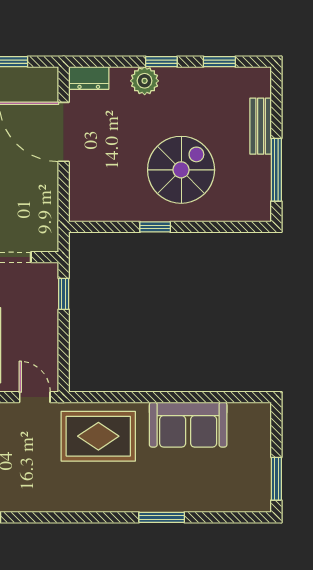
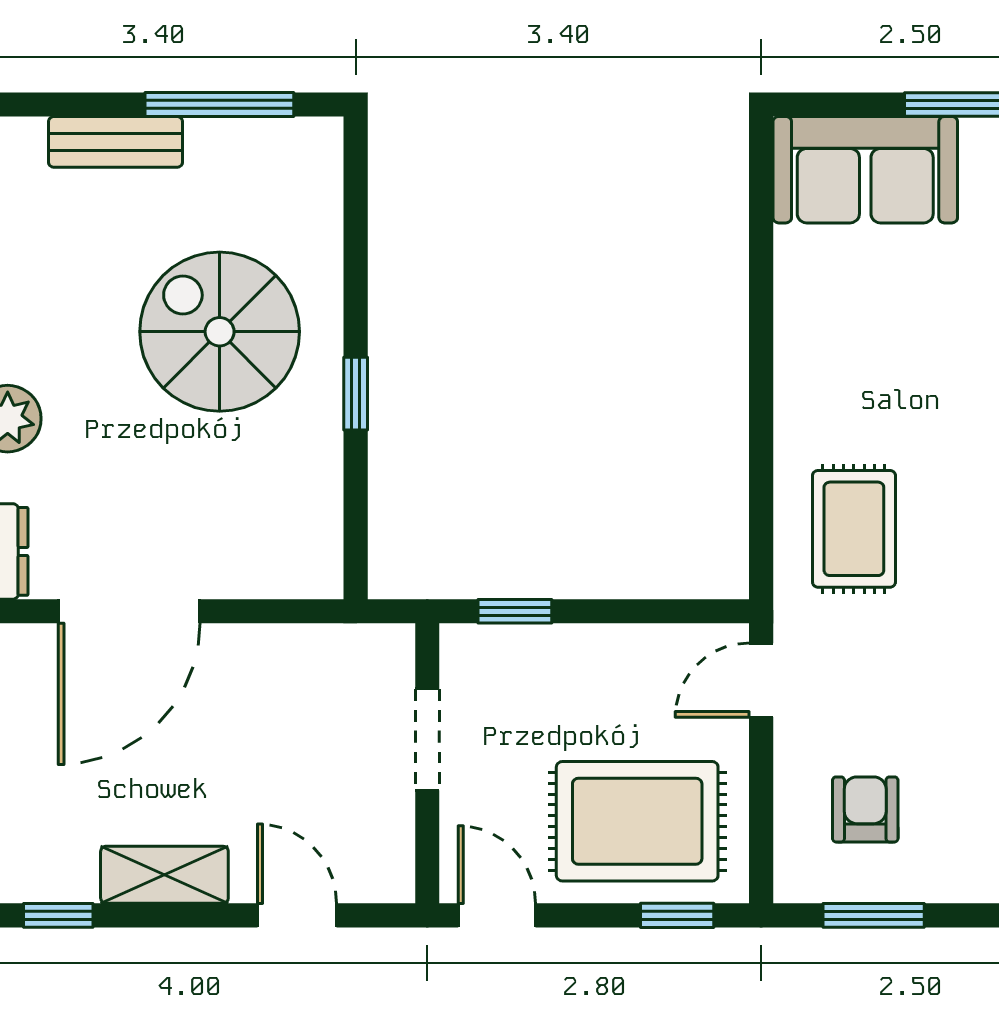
sofa: (188, 425) -> (865, 170), moved, turned 90
rug: (98, 436) -> (854, 529), width x0.73, depth x0.70

